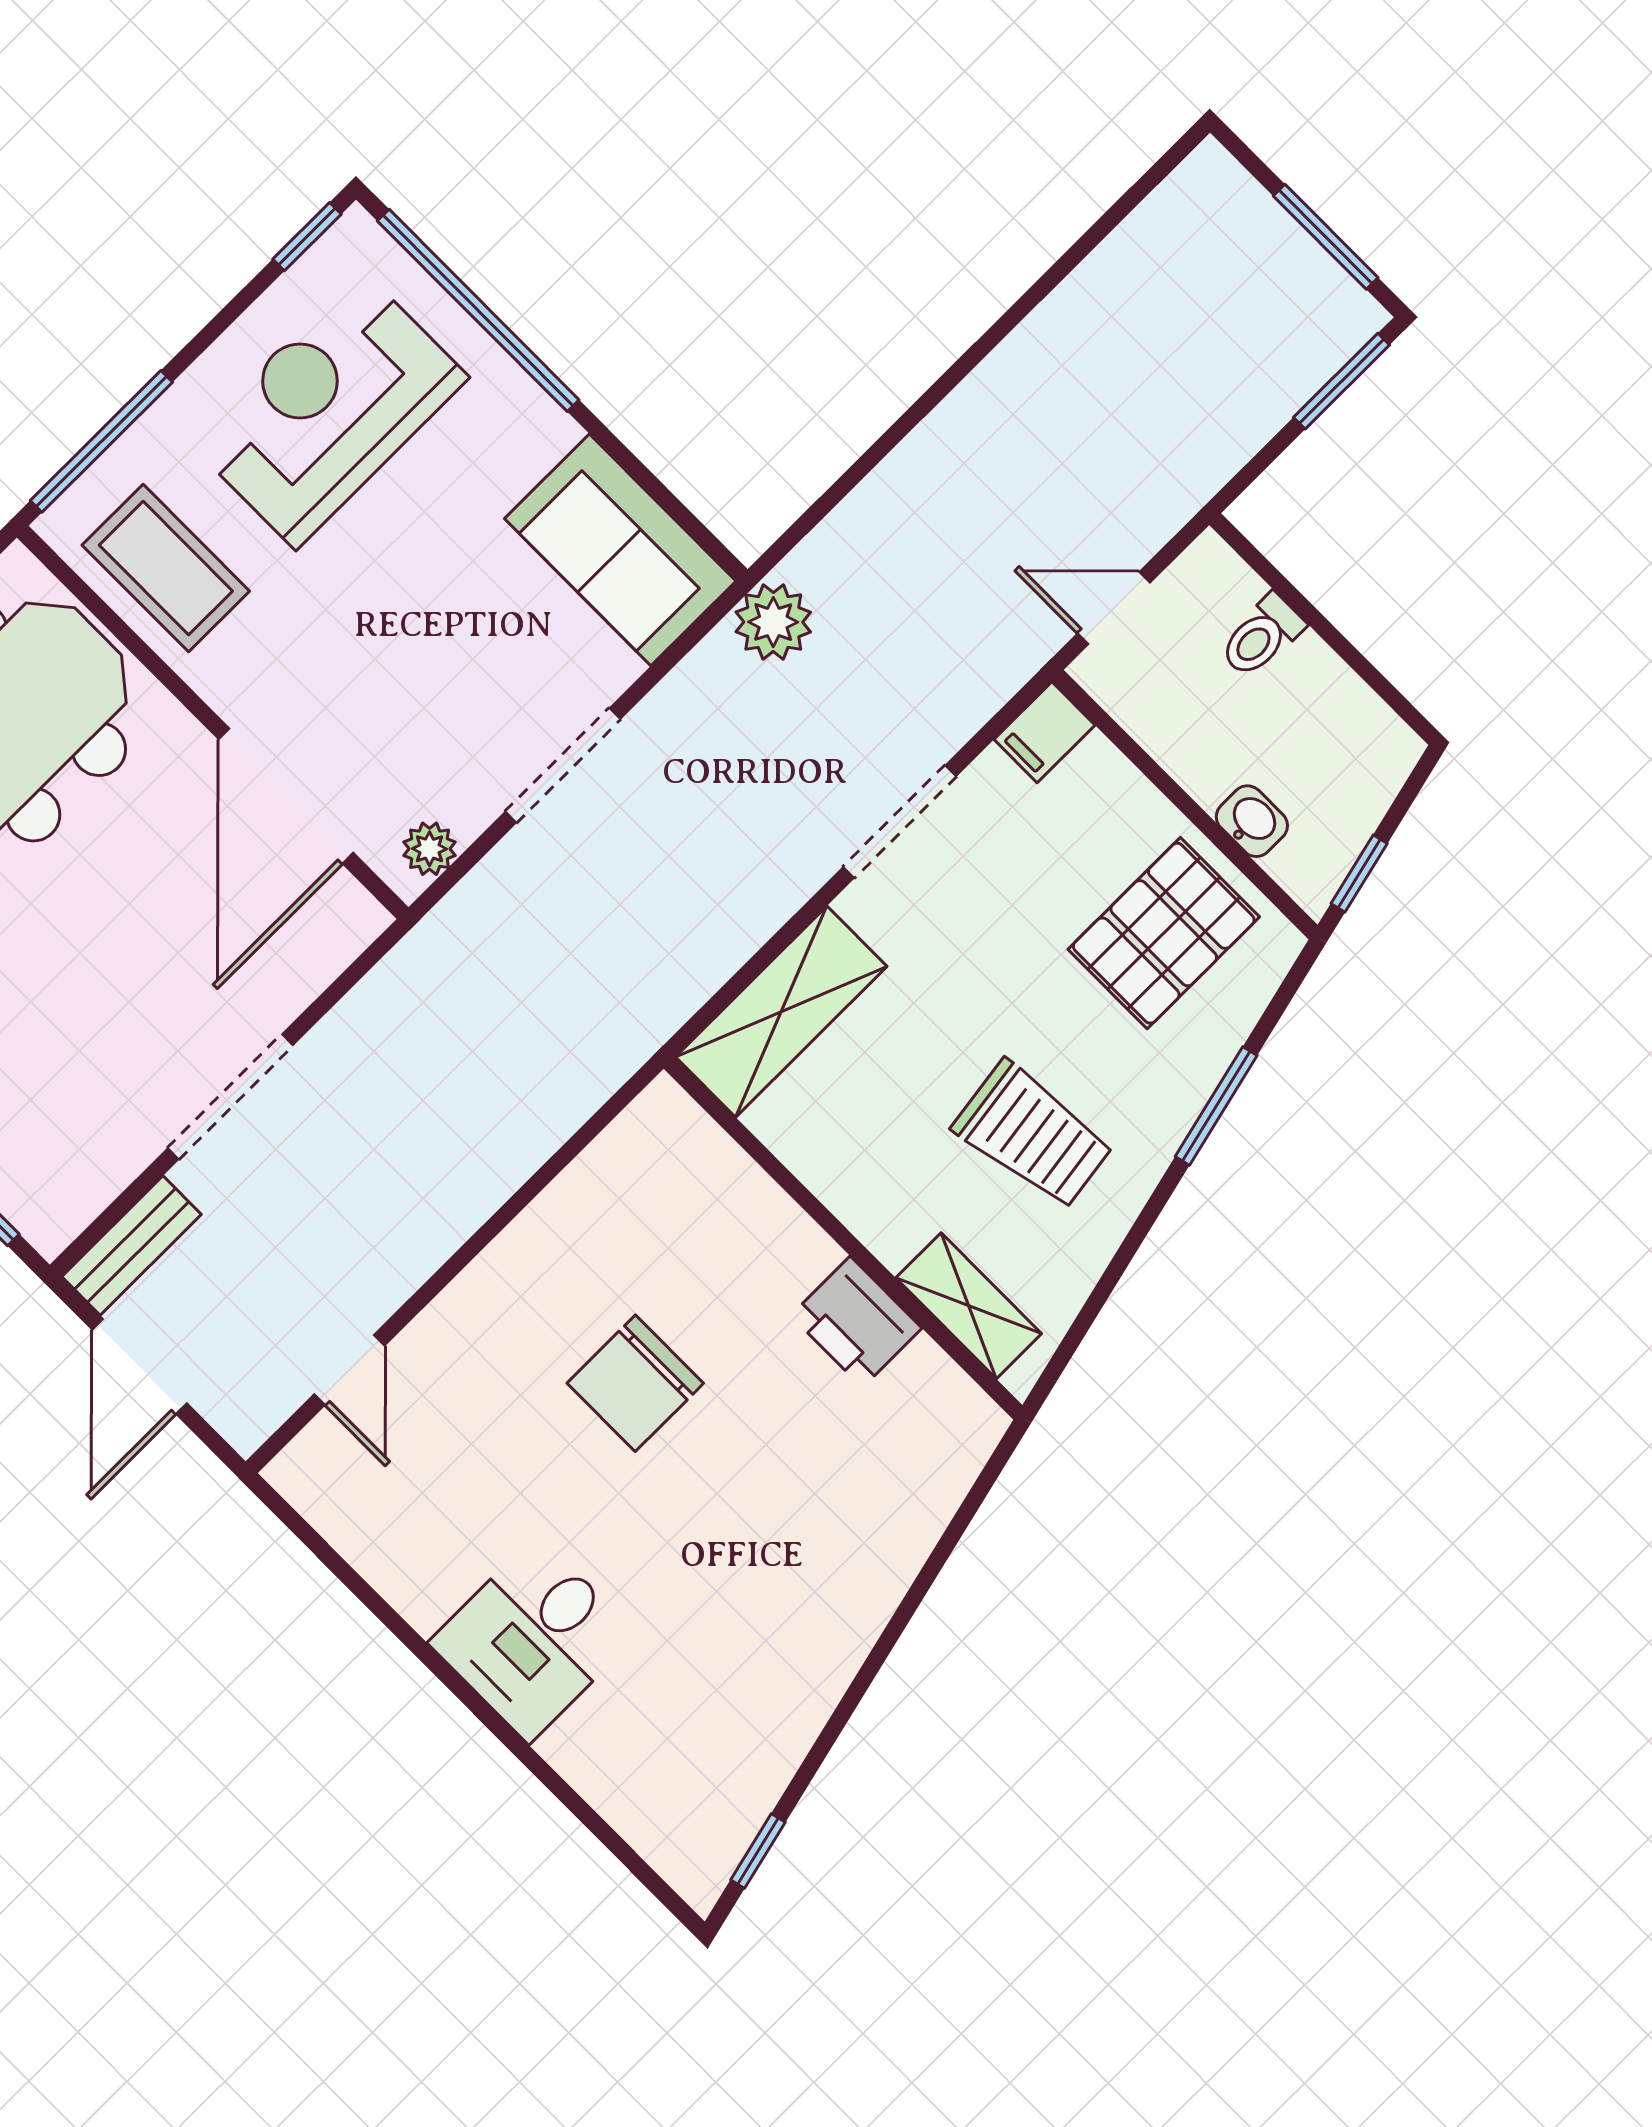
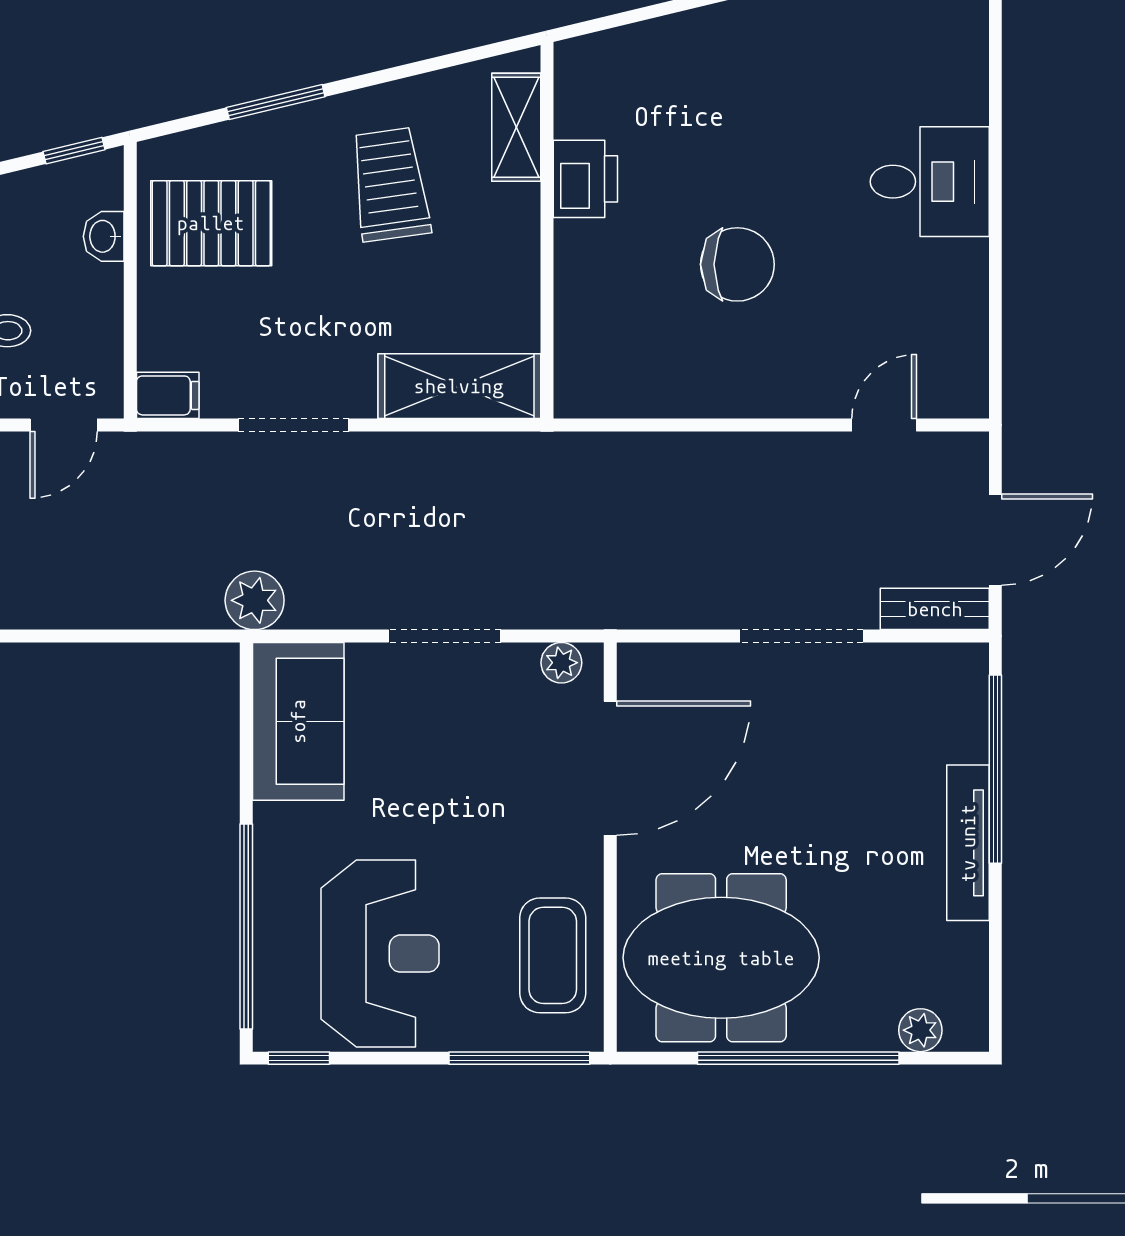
reception desk: (328, 409) -> (380, 954), turned -90
door: (1114, 608) -> (64, 425), hinge flipped

